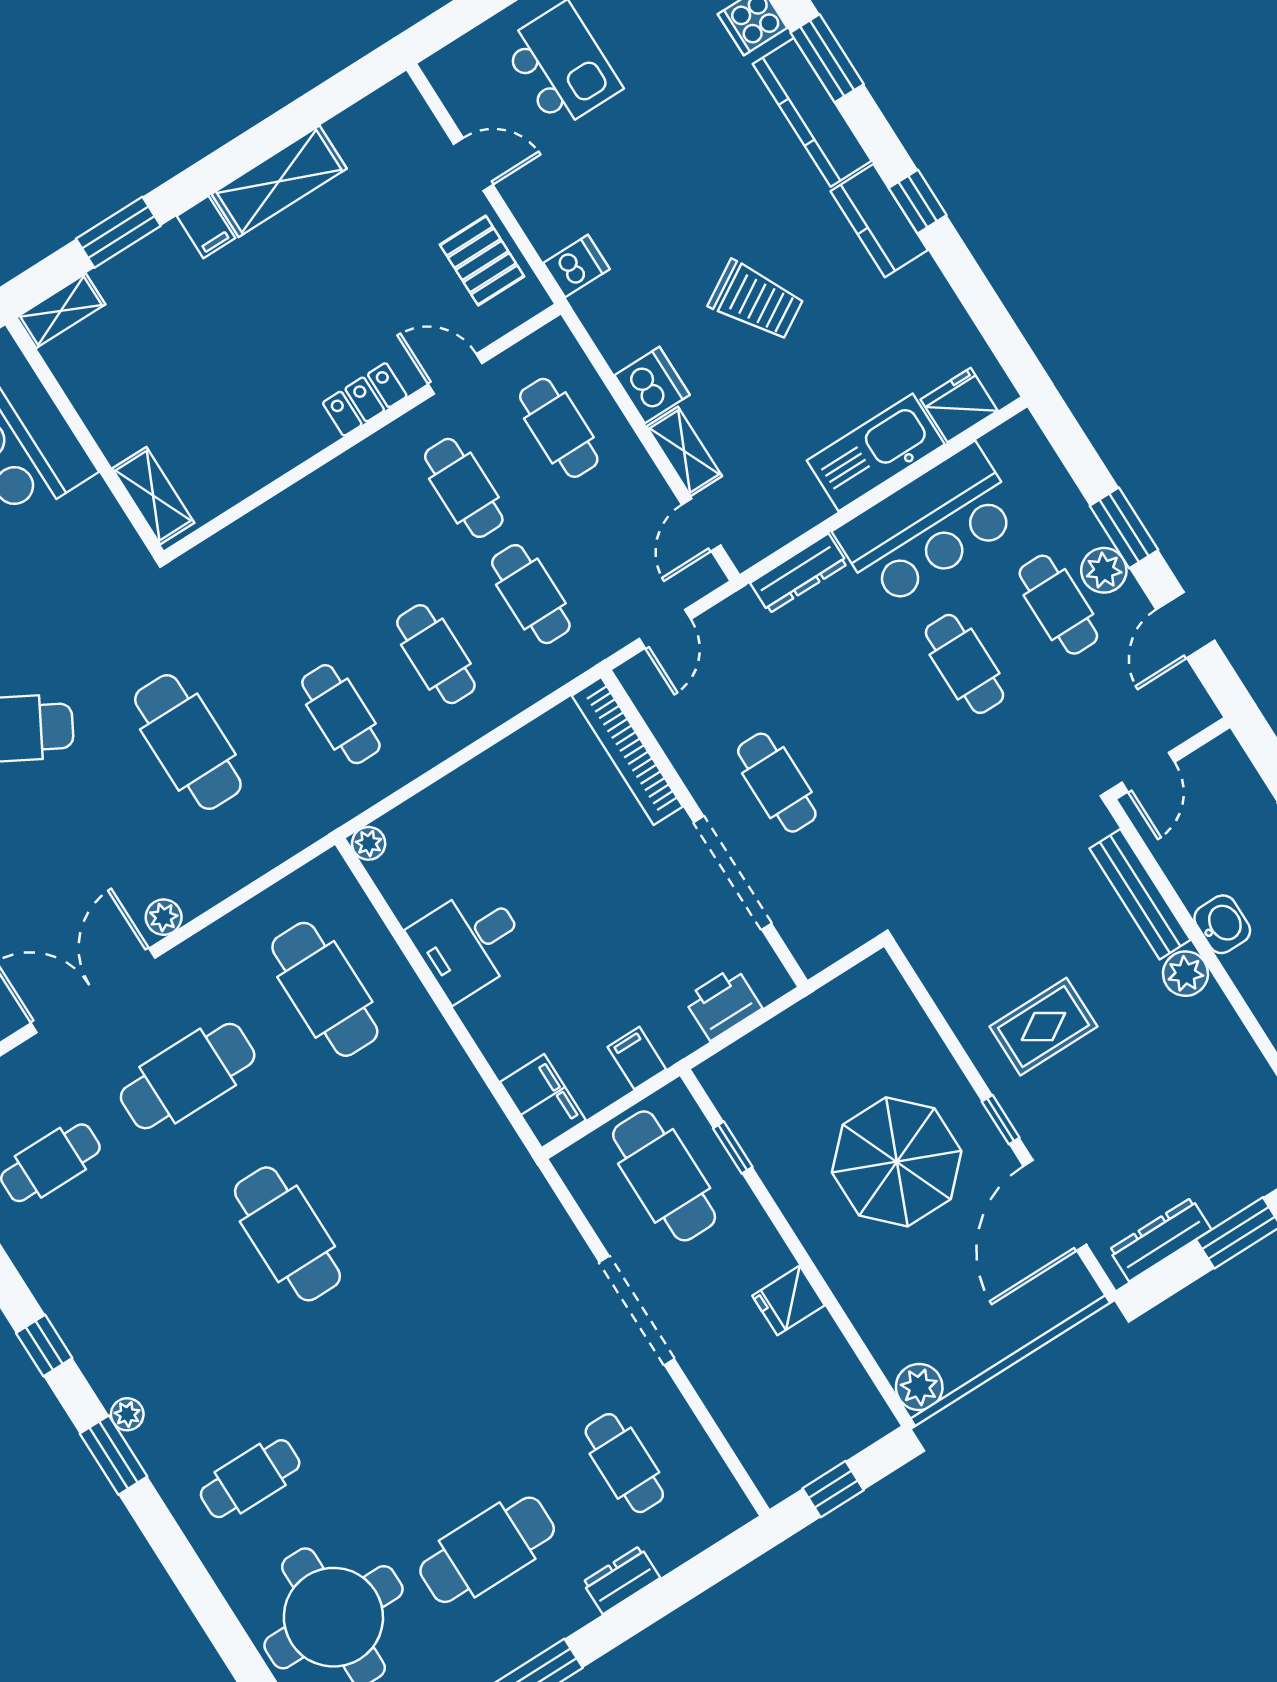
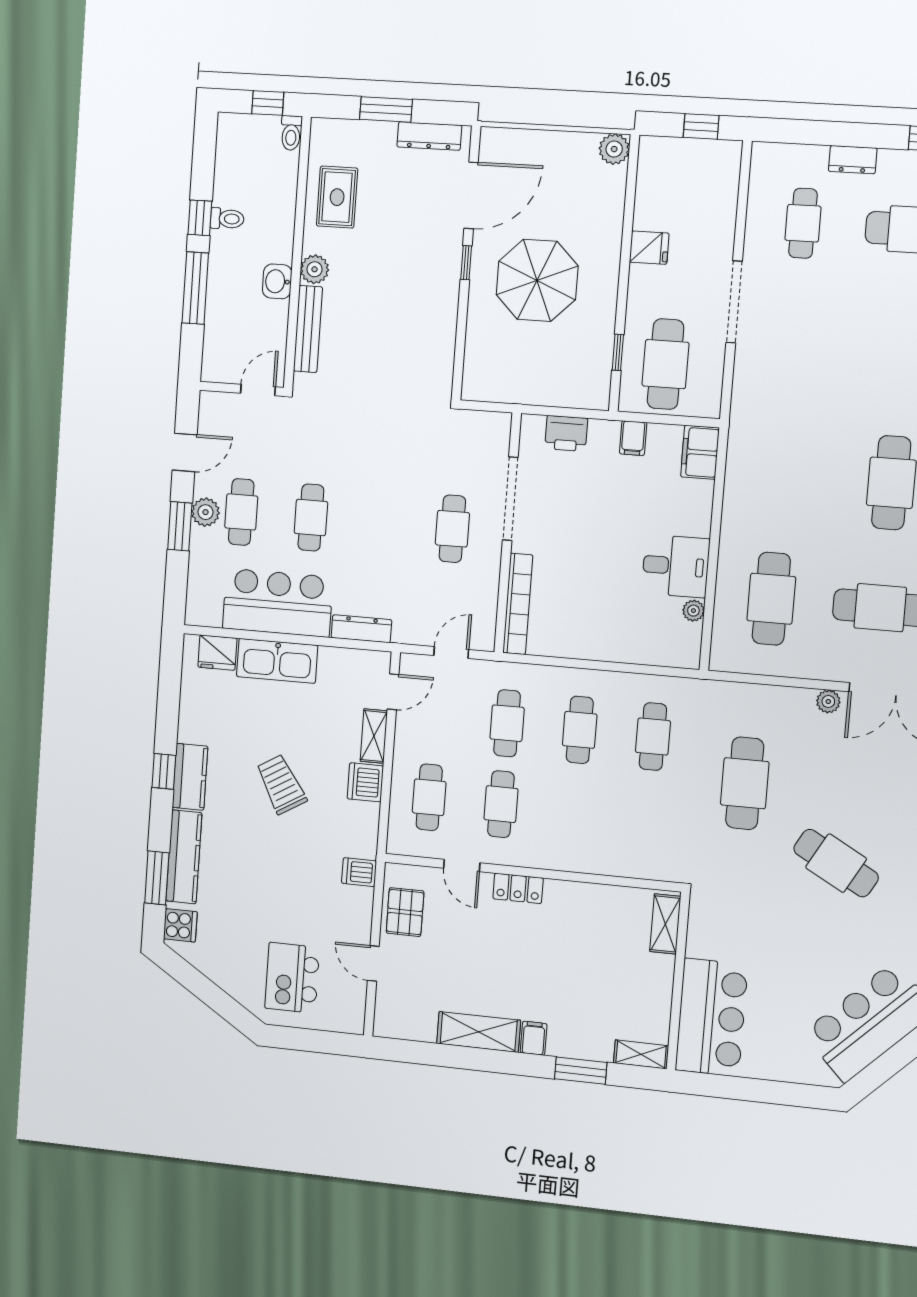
plant: (369, 843) -> (693, 611), moved
rug: (1043, 1027) -> (337, 197), moved, turned 90

